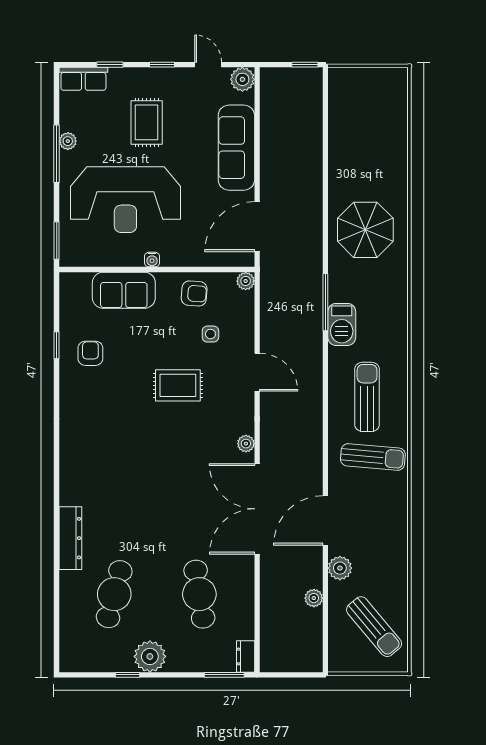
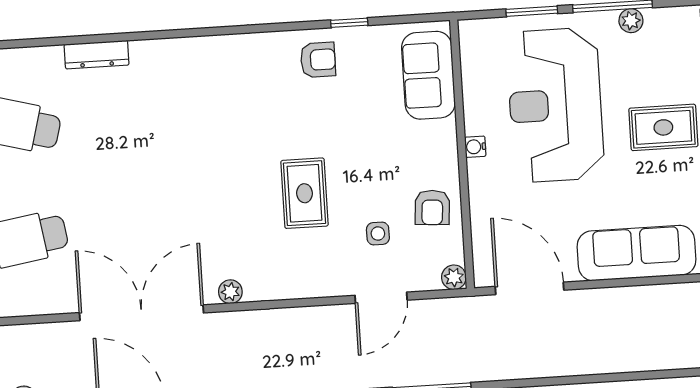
window: (57, 241) -> (532, 11), moved
sofa: (124, 290) -> (428, 75), moved
armchair: (90, 353) -> (318, 60), moved
door: (257, 372) -> (381, 298), moved
dresser: (70, 538) -> (97, 55), width x0.73, depth x0.80

